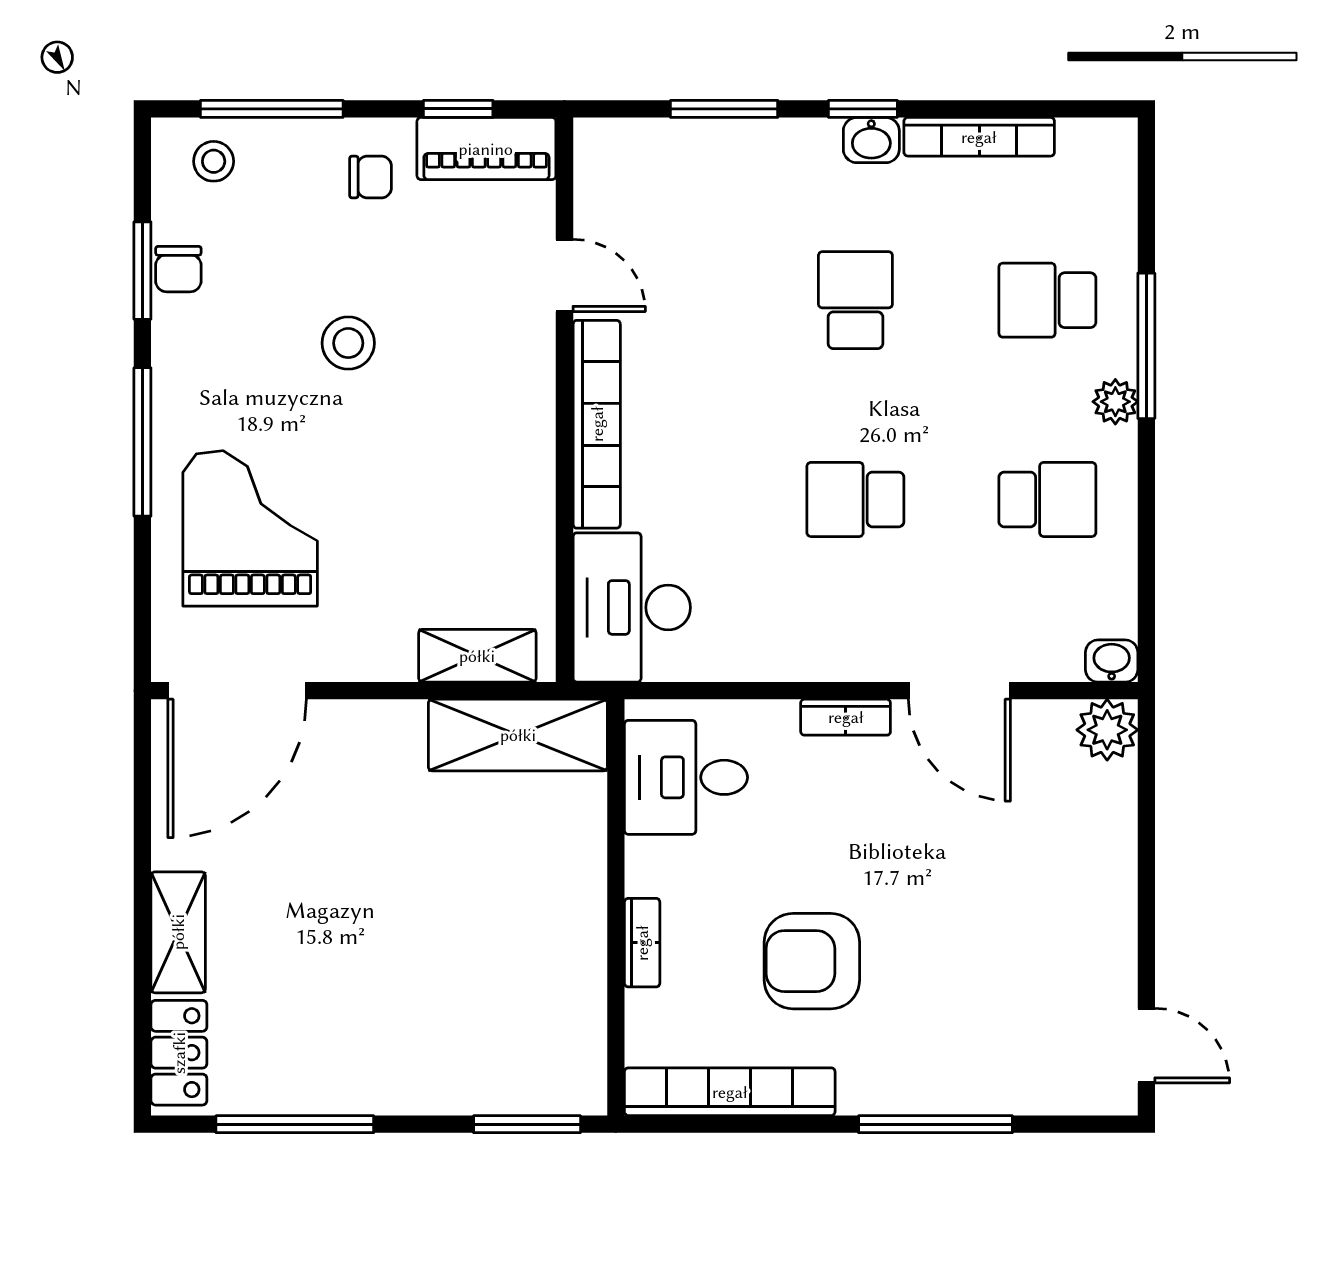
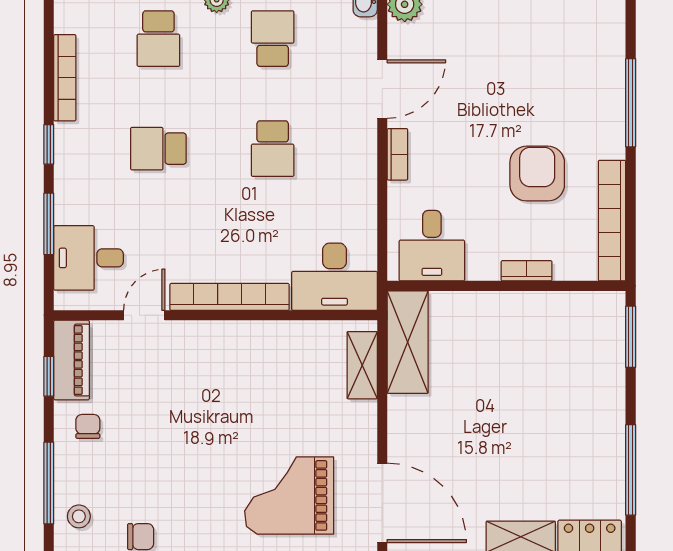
washbasin: (871, 140) -> (67, 140), removed
desk: (665, 178) -> (89, 258), added
stool: (348, 343) -> (183, 439), removed
armchair: (812, 961) -> (537, 174), turned 180

